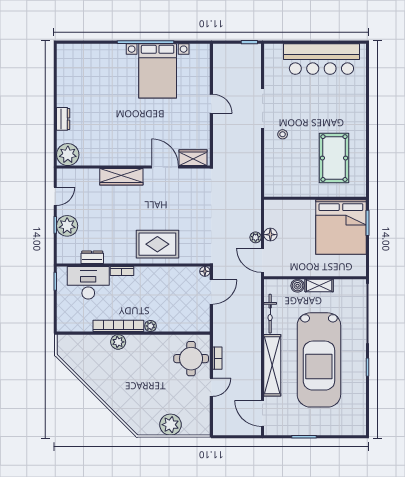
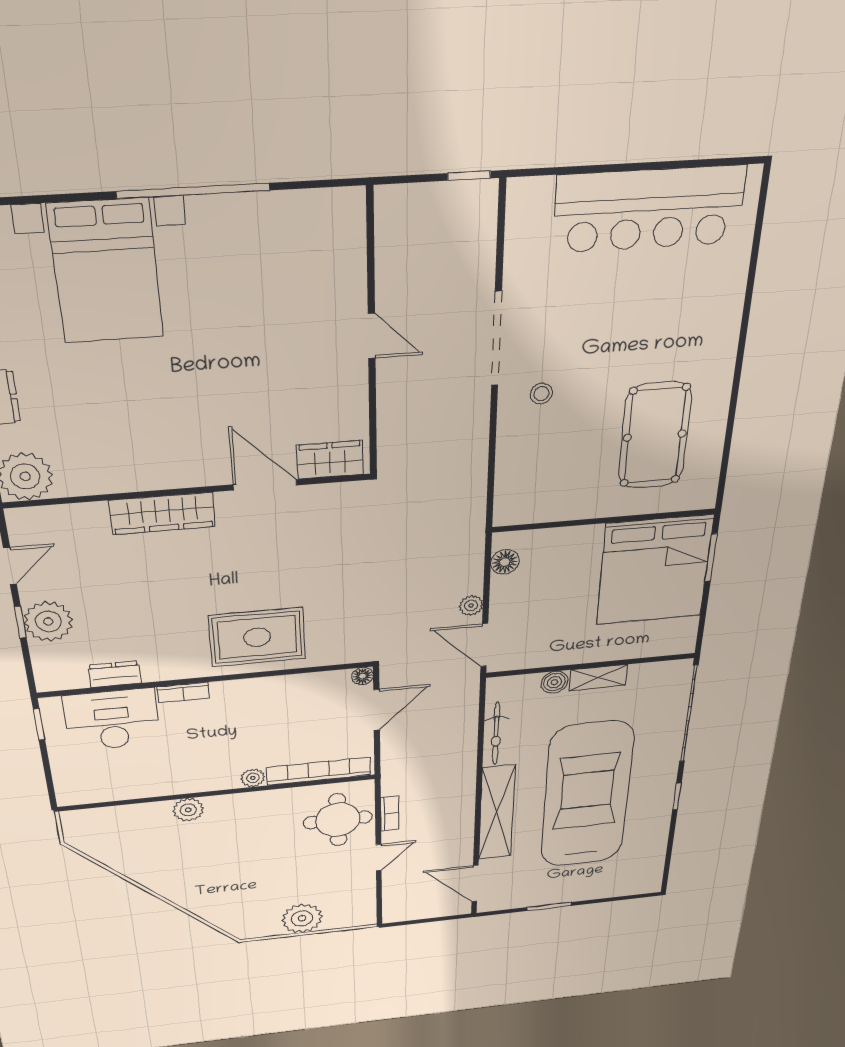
bed with nightstands: (158, 71) -> (106, 272), moved
floor lamp: (270, 235) -> (505, 562), moved
bookcase: (118, 326) -> (319, 771), moved
car: (319, 360) -> (587, 795), turned 180

